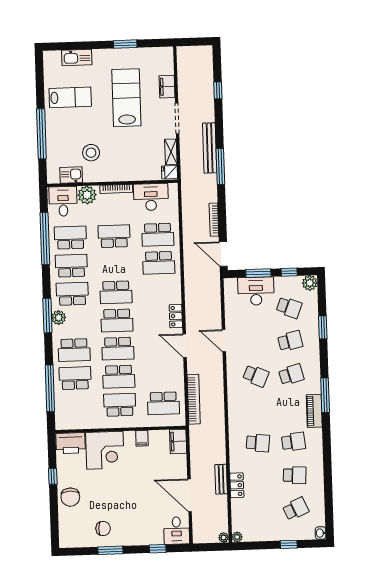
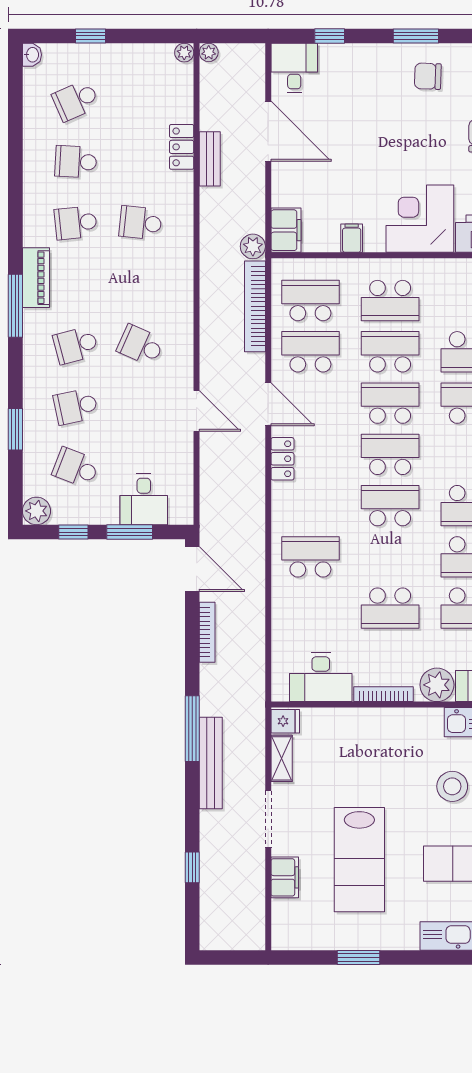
stool: (91, 153) -> (452, 786), moved
school desk: (158, 235) -> (310, 352), moved
desk: (256, 291) -> (144, 499), width x0.73
plant: (196, 432) -> (253, 246), added

